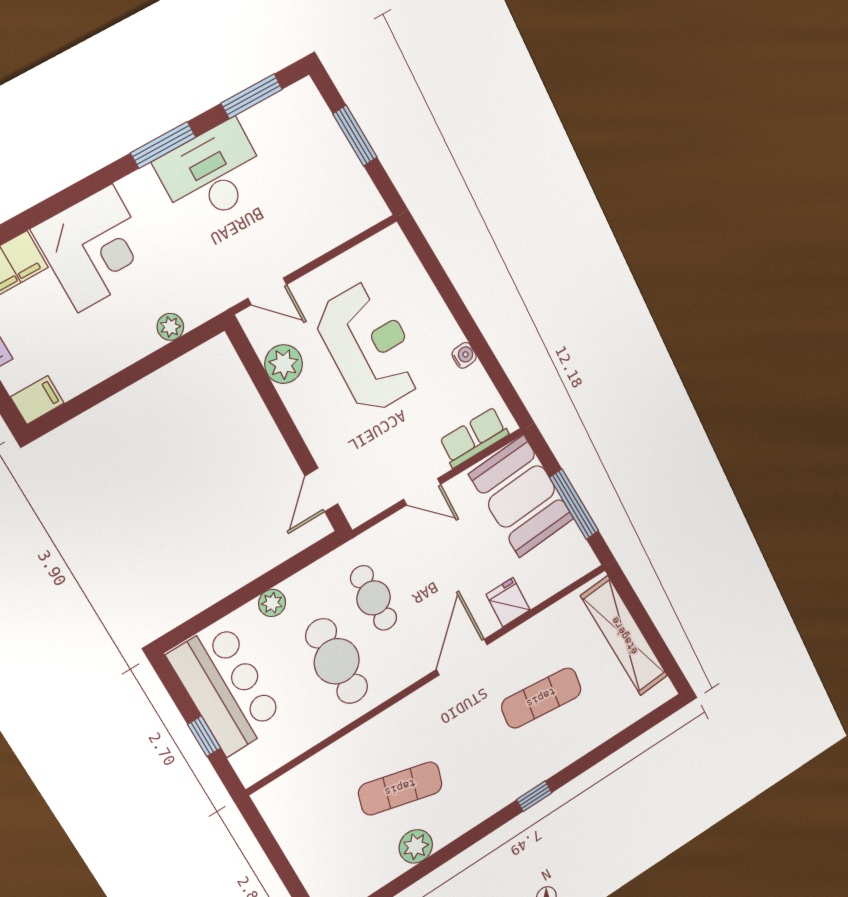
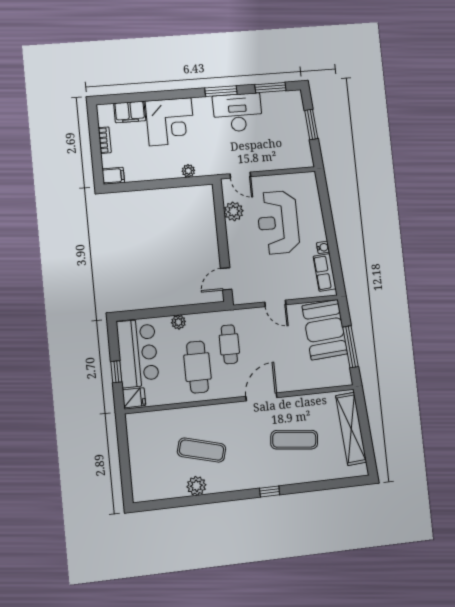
reception desk: (369, 347) -> (278, 222), turned 180
row of seats: (474, 437) -> (325, 273), moved, turned -94
fridge: (508, 602) -> (134, 398), moved, turned 90

